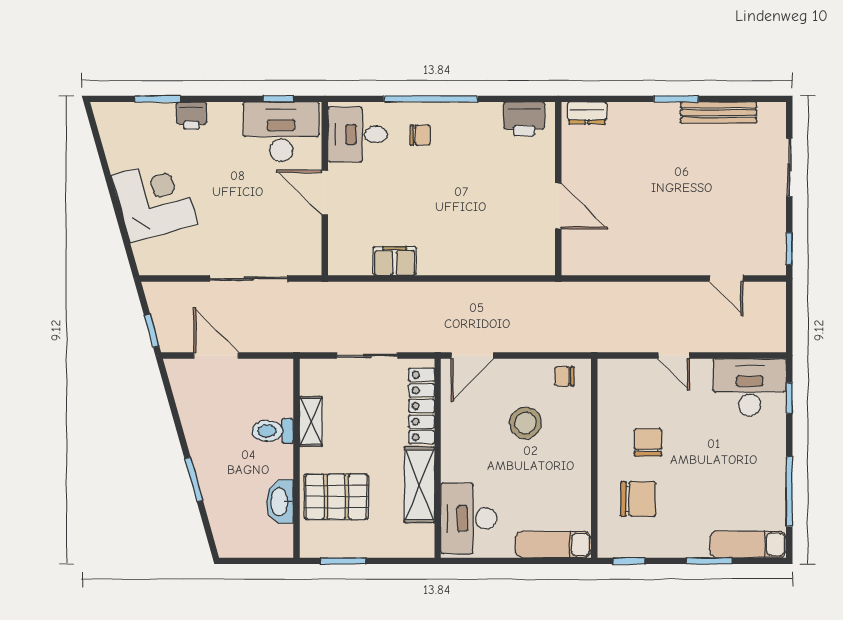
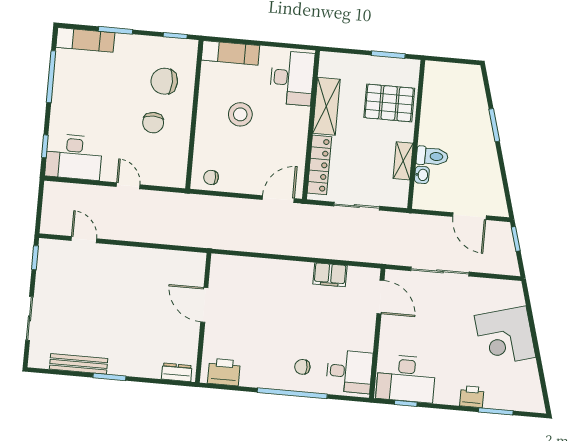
door: (325, 193) -> (381, 297), moved
chair: (564, 376) -> (211, 177), turned 180
stool: (526, 423) -> (240, 114), moved
washbasin: (280, 502) -> (422, 175), moved, width x0.52, depth x0.69

